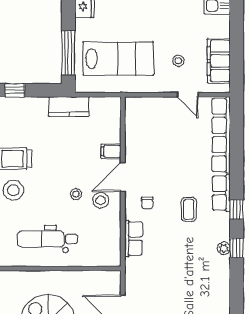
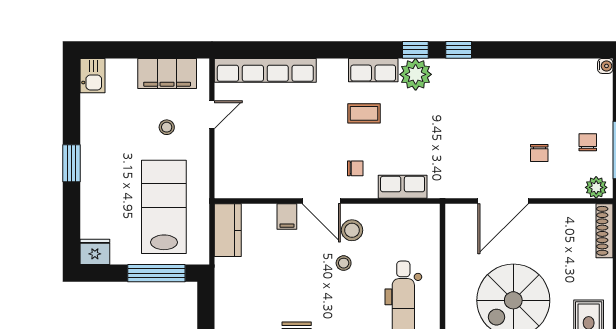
kitchen counter: (69, 107) -> (228, 230), moved
row of seats: (221, 193) -> (373, 70), moved
window: (237, 210) -> (459, 50), moved
plant: (224, 248) -> (416, 74), width x1.88, depth x1.88

